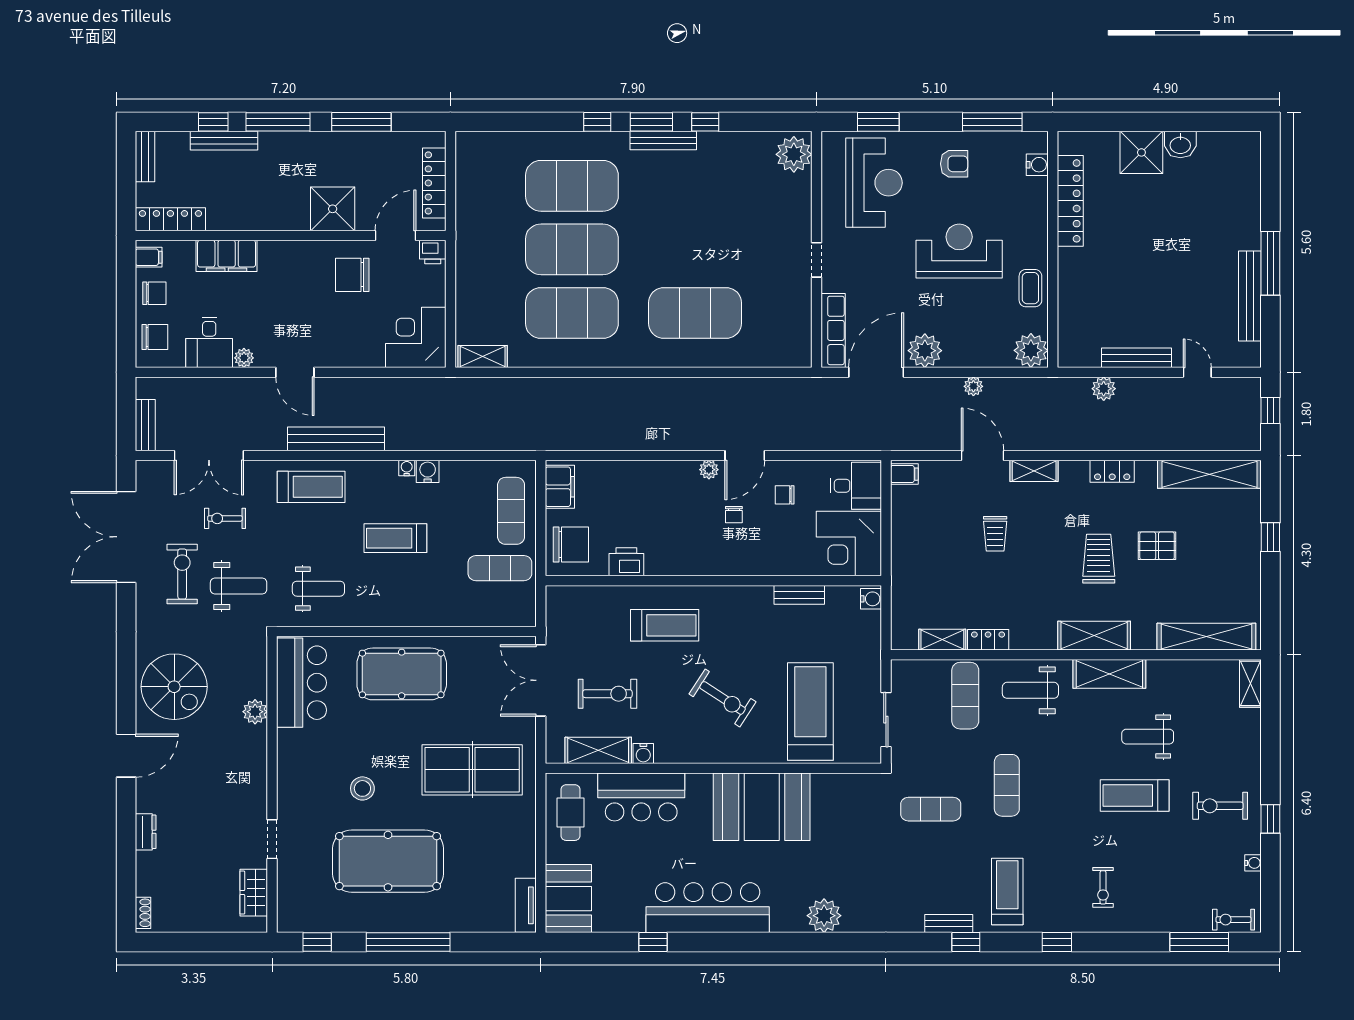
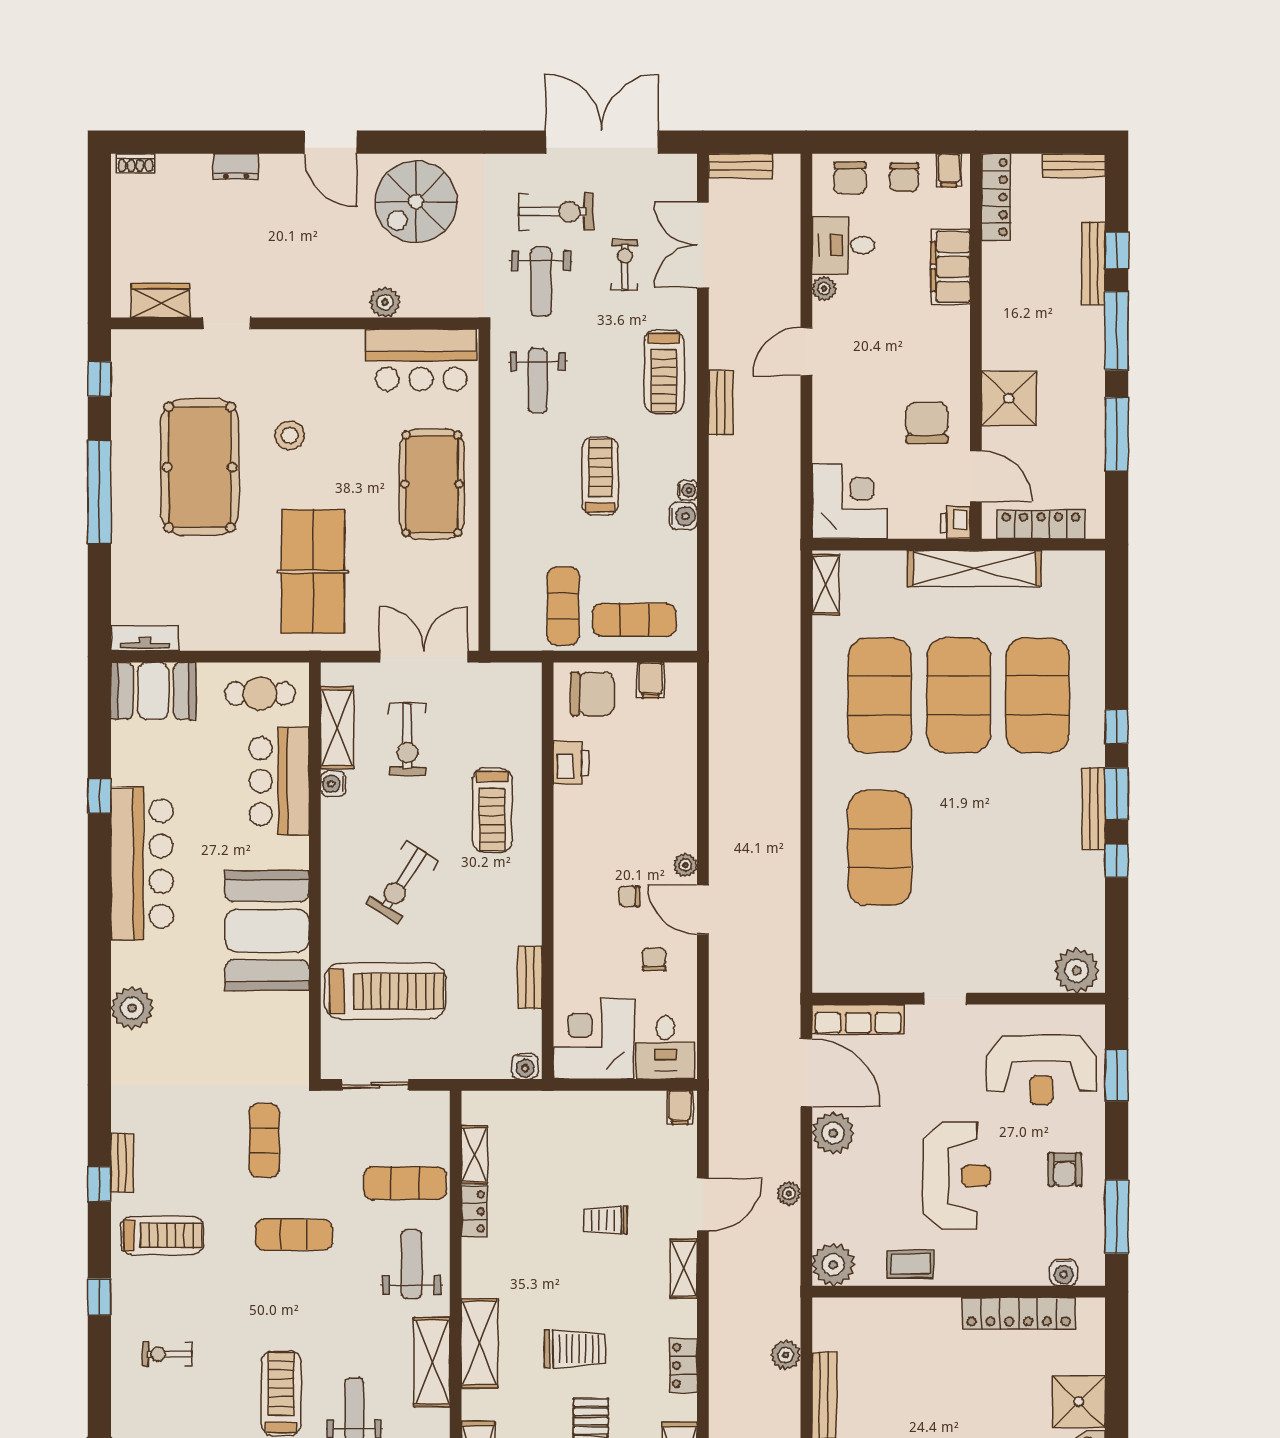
shelving: (470, 237) -> (974, 568), added
bench: (336, 439) -> (721, 403), width x0.54, depth x0.82
filing cabinet: (560, 487) -> (651, 680), width x0.50
chair: (571, 545) -> (592, 694), turned -90

